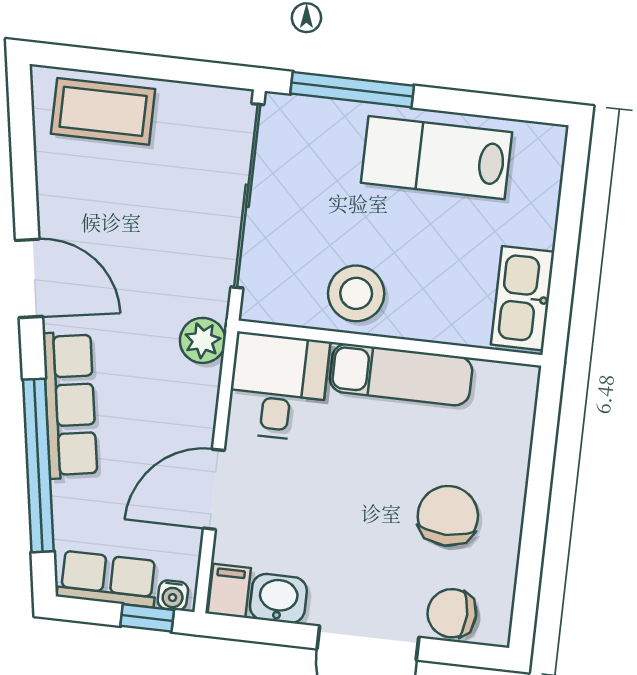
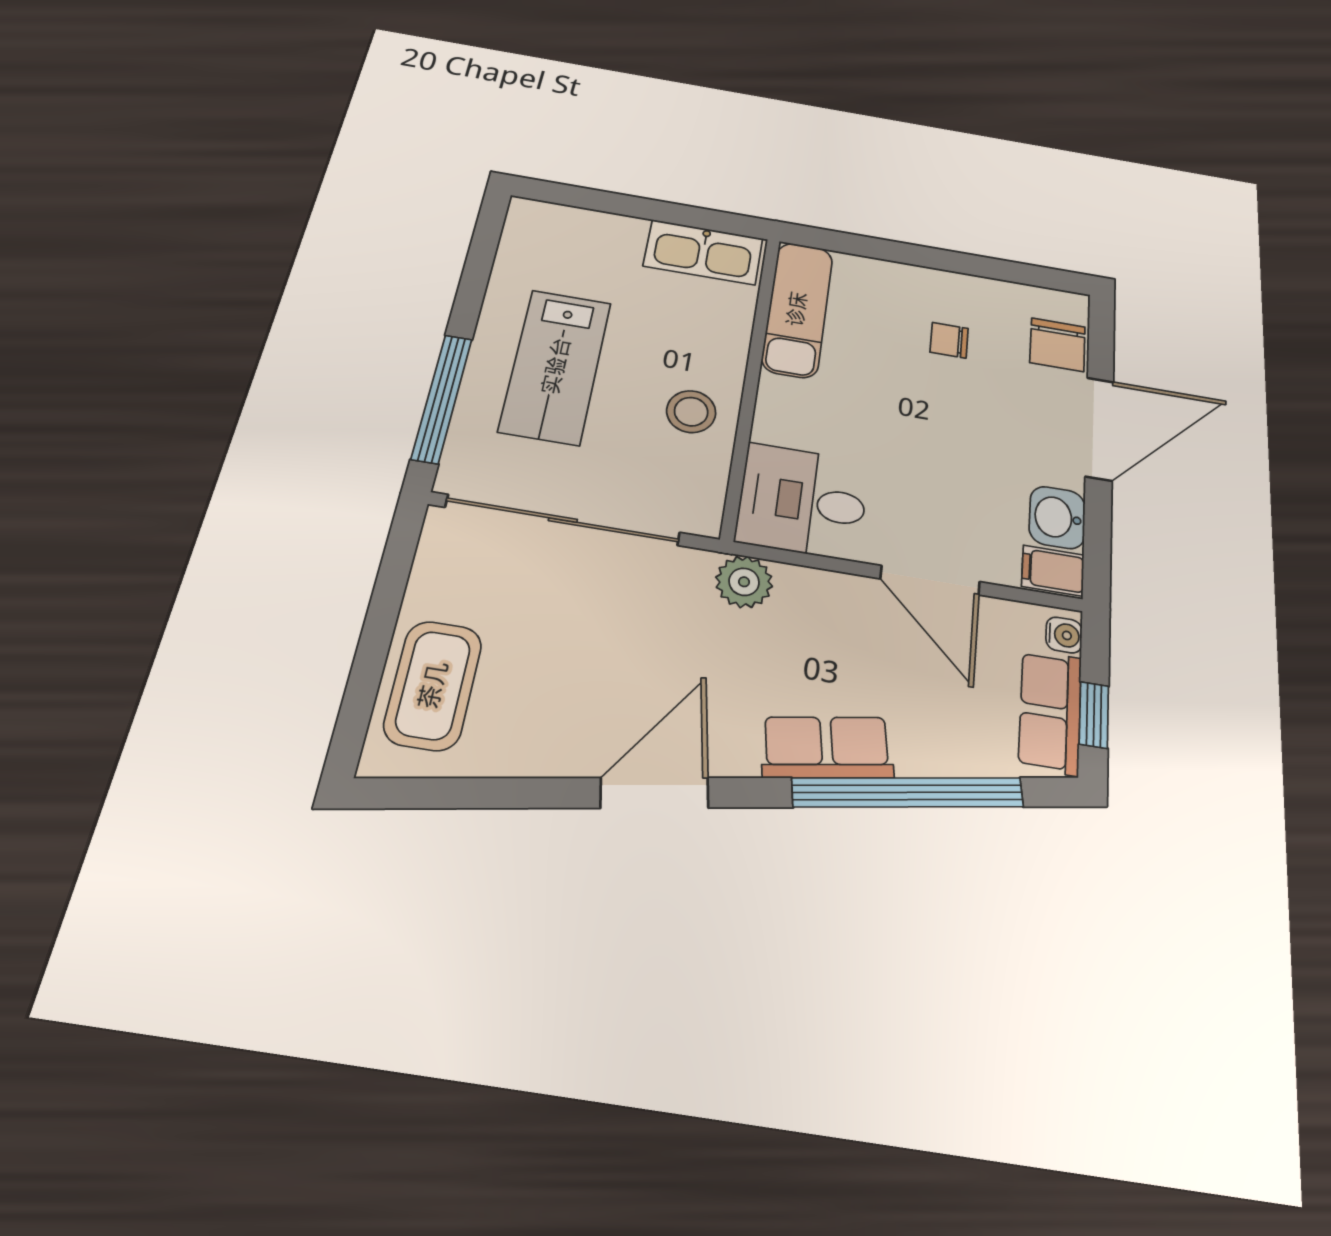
lab bench: (436, 158) -> (556, 366), moved
stool: (356, 293) -> (691, 412), width x0.73, depth x0.73
exam couch: (401, 375) -> (797, 309), moved
row of seats: (70, 405) -> (827, 747), width x0.68
chair: (448, 516) -> (949, 340), width x0.54, depth x0.54
window: (147, 618) -> (1094, 715), moved

